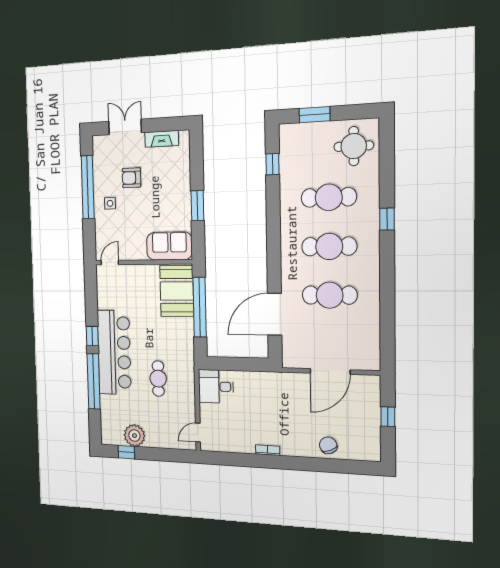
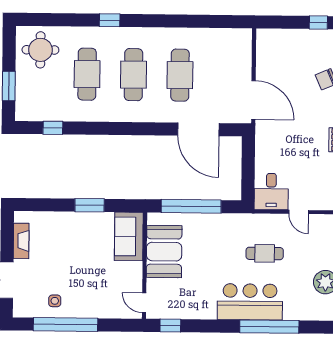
armchair: (131, 178) -> (58, 275), removed
side table: (110, 203) -> (55, 301), moved
booth: (177, 291) -> (164, 252), moved, turned 90
window: (92, 336) -> (170, 326), moved
bar counter: (114, 352) -> (250, 302), width x0.73
door: (330, 371) -> (253, 100), moved
window: (388, 417) -> (318, 22), moved
door: (198, 432) -> (299, 212), moved

